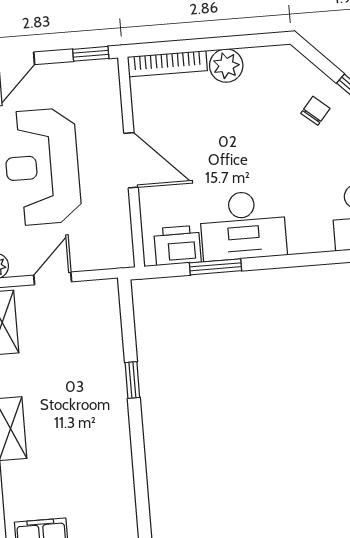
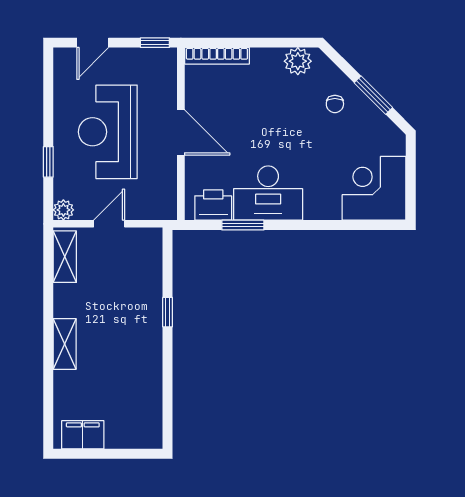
plant: (226, 66) -> (298, 61), moved
chair: (315, 111) -> (335, 104), turned 140

